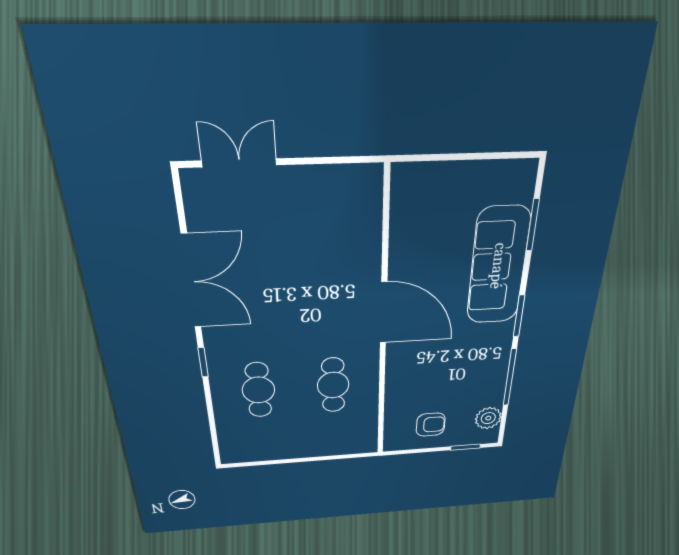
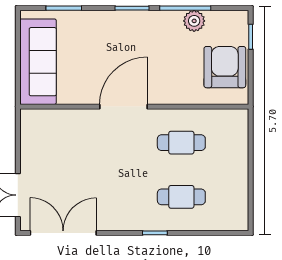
sofa: (498, 266) -> (38, 62), moved, turned -90
double door: (191, 282) -> (63, 233), moved
plant: (488, 418) -> (194, 21), moved
armchair: (431, 425) -> (225, 67), width x1.88, depth x1.88

